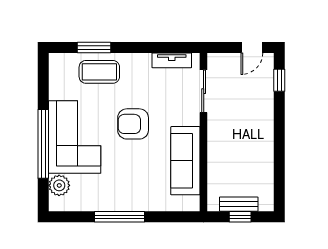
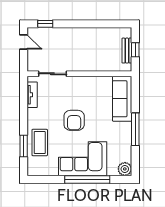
sofa: (185, 161) -> (122, 99), moved, turned 90
plant: (59, 185) -> (125, 169), moved

